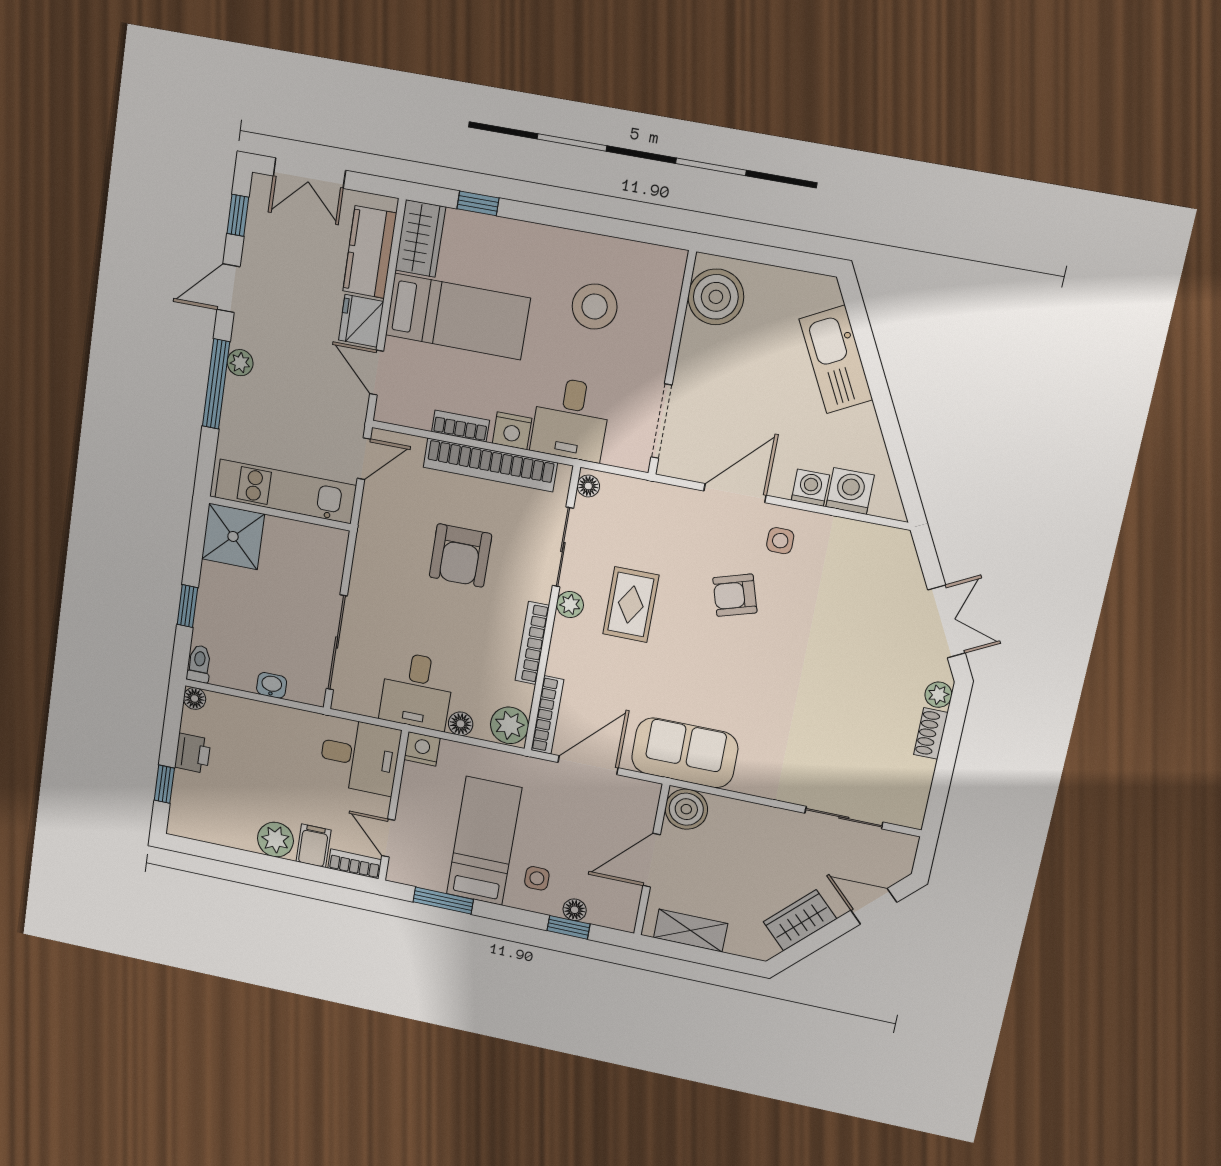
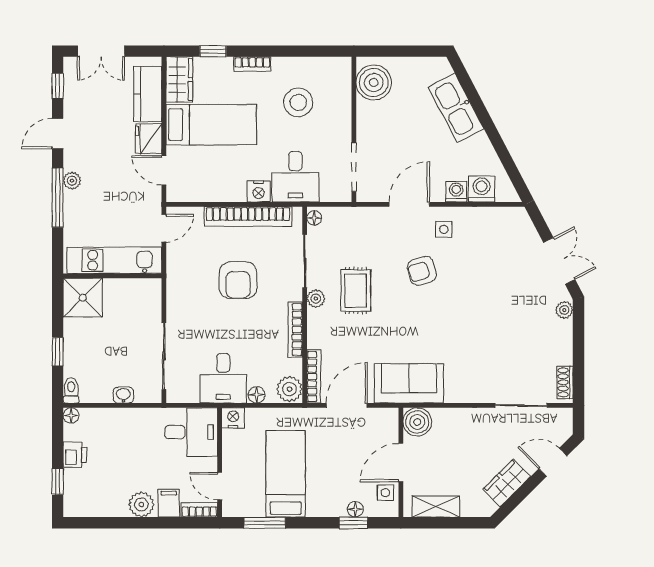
bookcase: (461, 426) -> (252, 64), moved, turned 180
shoe rack: (931, 733) -> (565, 382), moved
side table: (537, 878) -> (385, 493), moved

